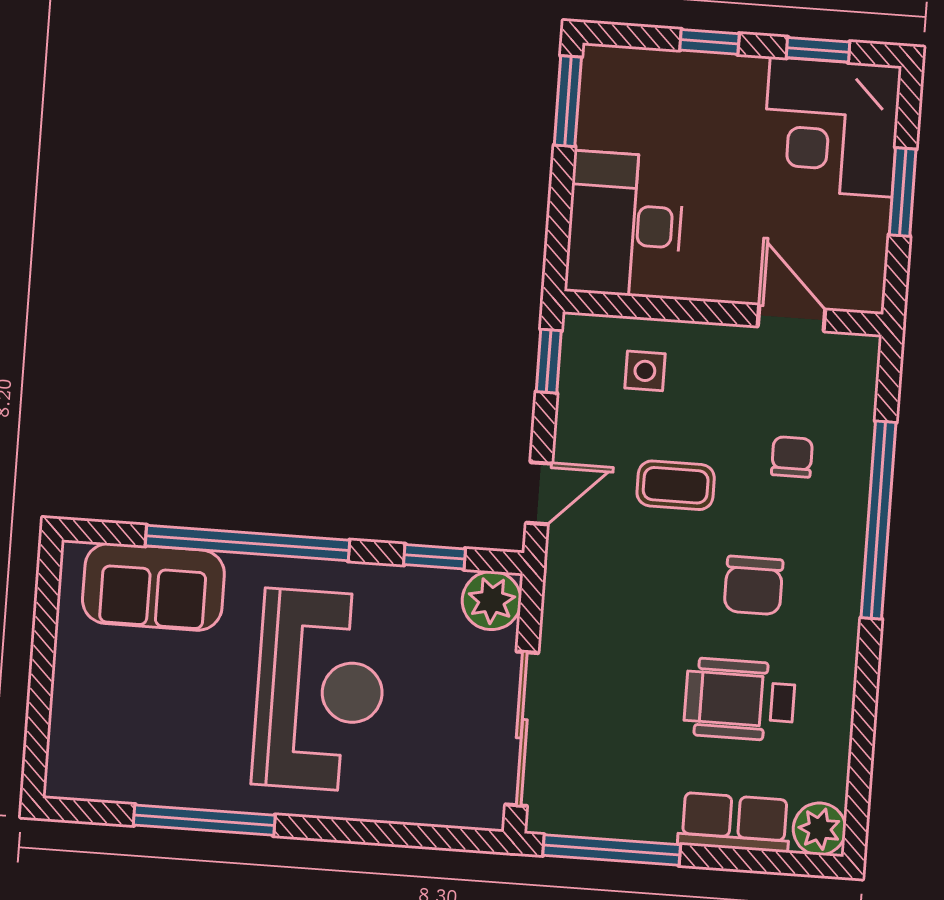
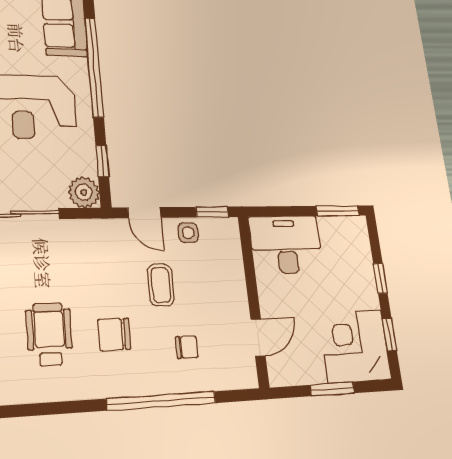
side table: (645, 371) -> (188, 233), moved

